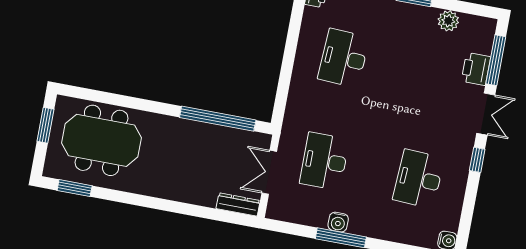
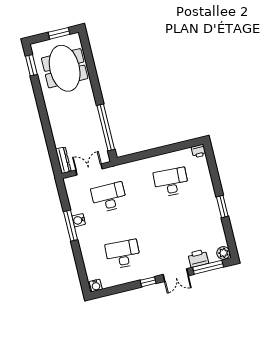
plant: (448, 21) -> (223, 253), moved

